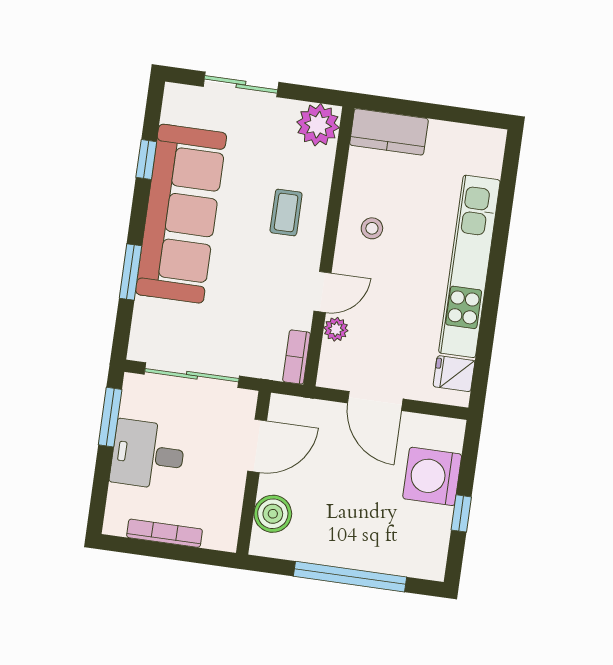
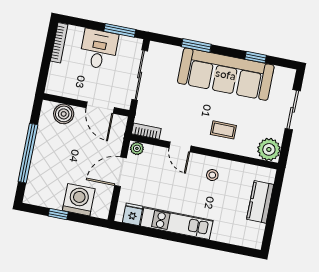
kitchen counter: (389, 132) -> (260, 202), moved
kitchen unit: (469, 266) -> (177, 223), width x0.73
plant: (336, 329) -> (137, 148), moved
bookcase: (164, 533) -> (59, 43), moved

